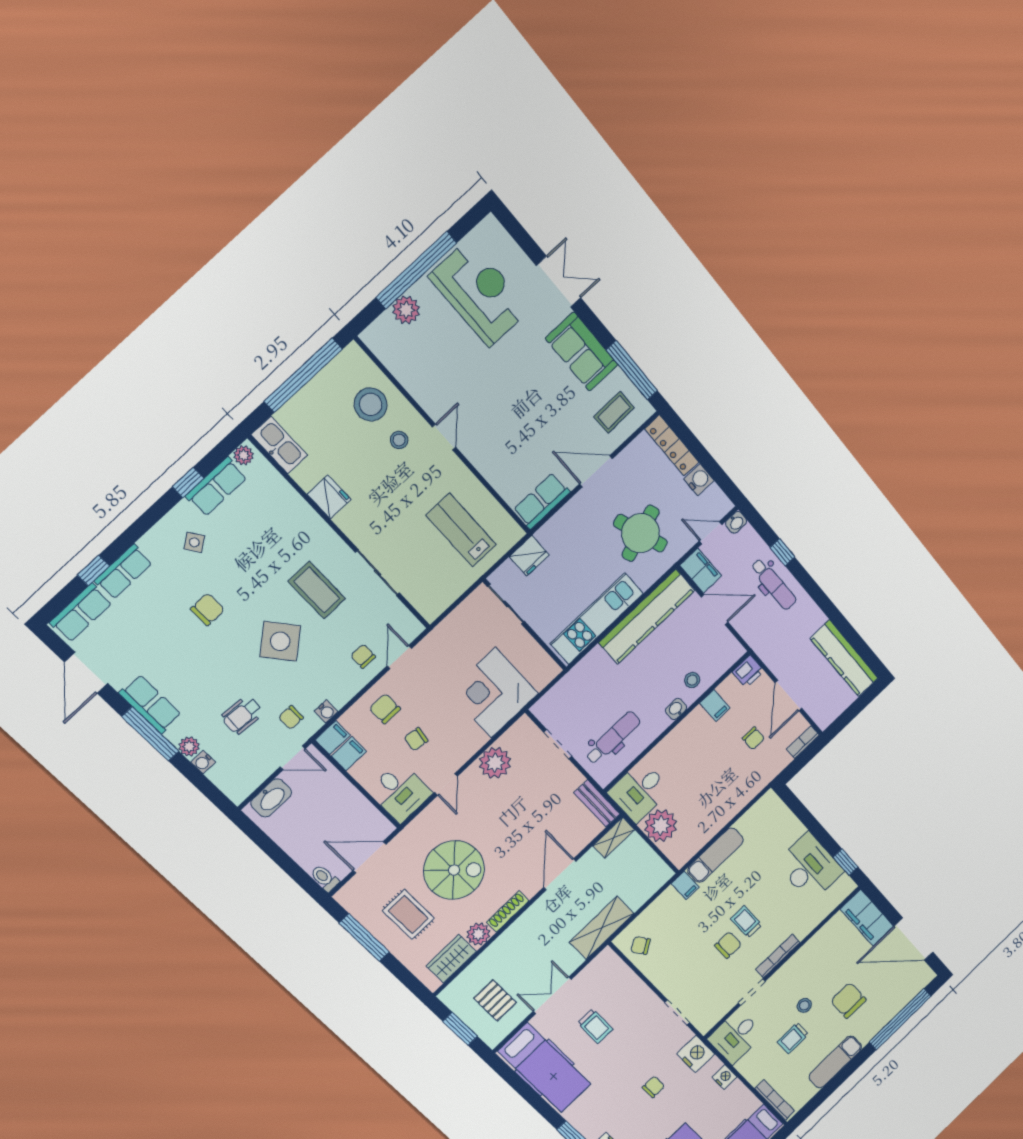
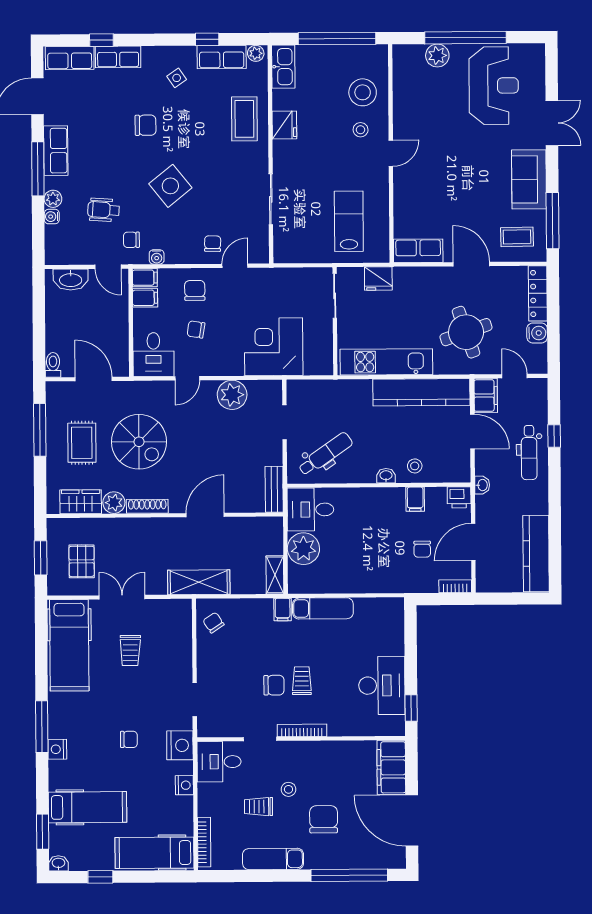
washbasin: (736, 522) -> (482, 485), moved, turned -90
coffee table: (317, 590) -> (244, 119), moved
dental chair: (613, 738) -> (325, 454), turned -35
shelving: (614, 838) -> (275, 575), moved, turned 90

